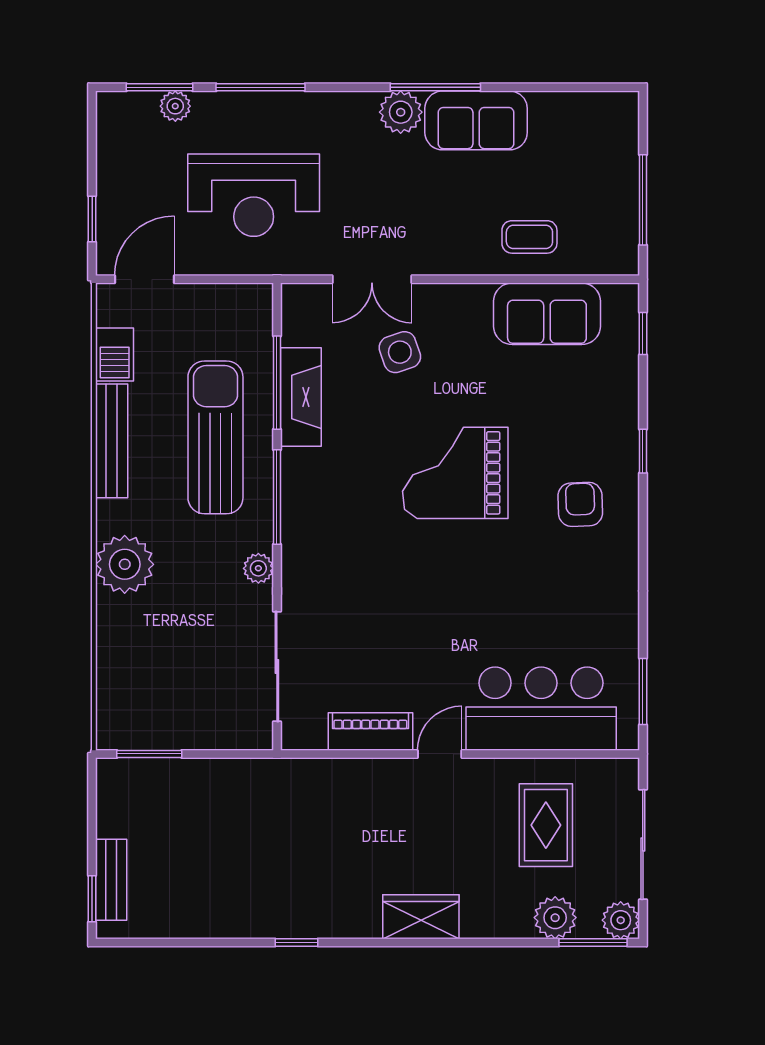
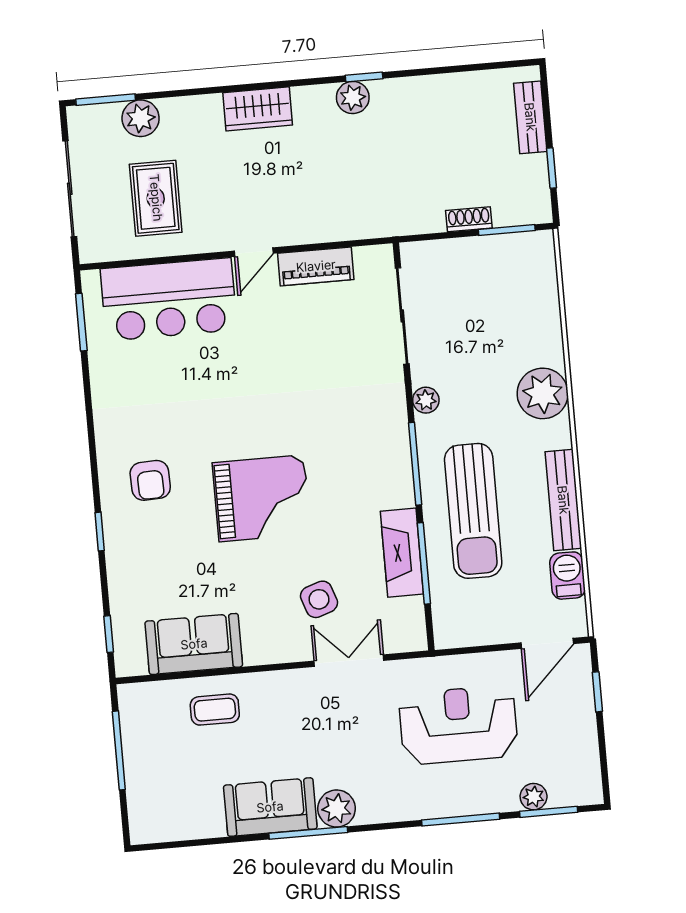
shoe rack: (191, 770) -> (469, 219), added
window: (92, 899) -> (552, 168), moved
plant: (621, 920) -> (353, 97), moved

